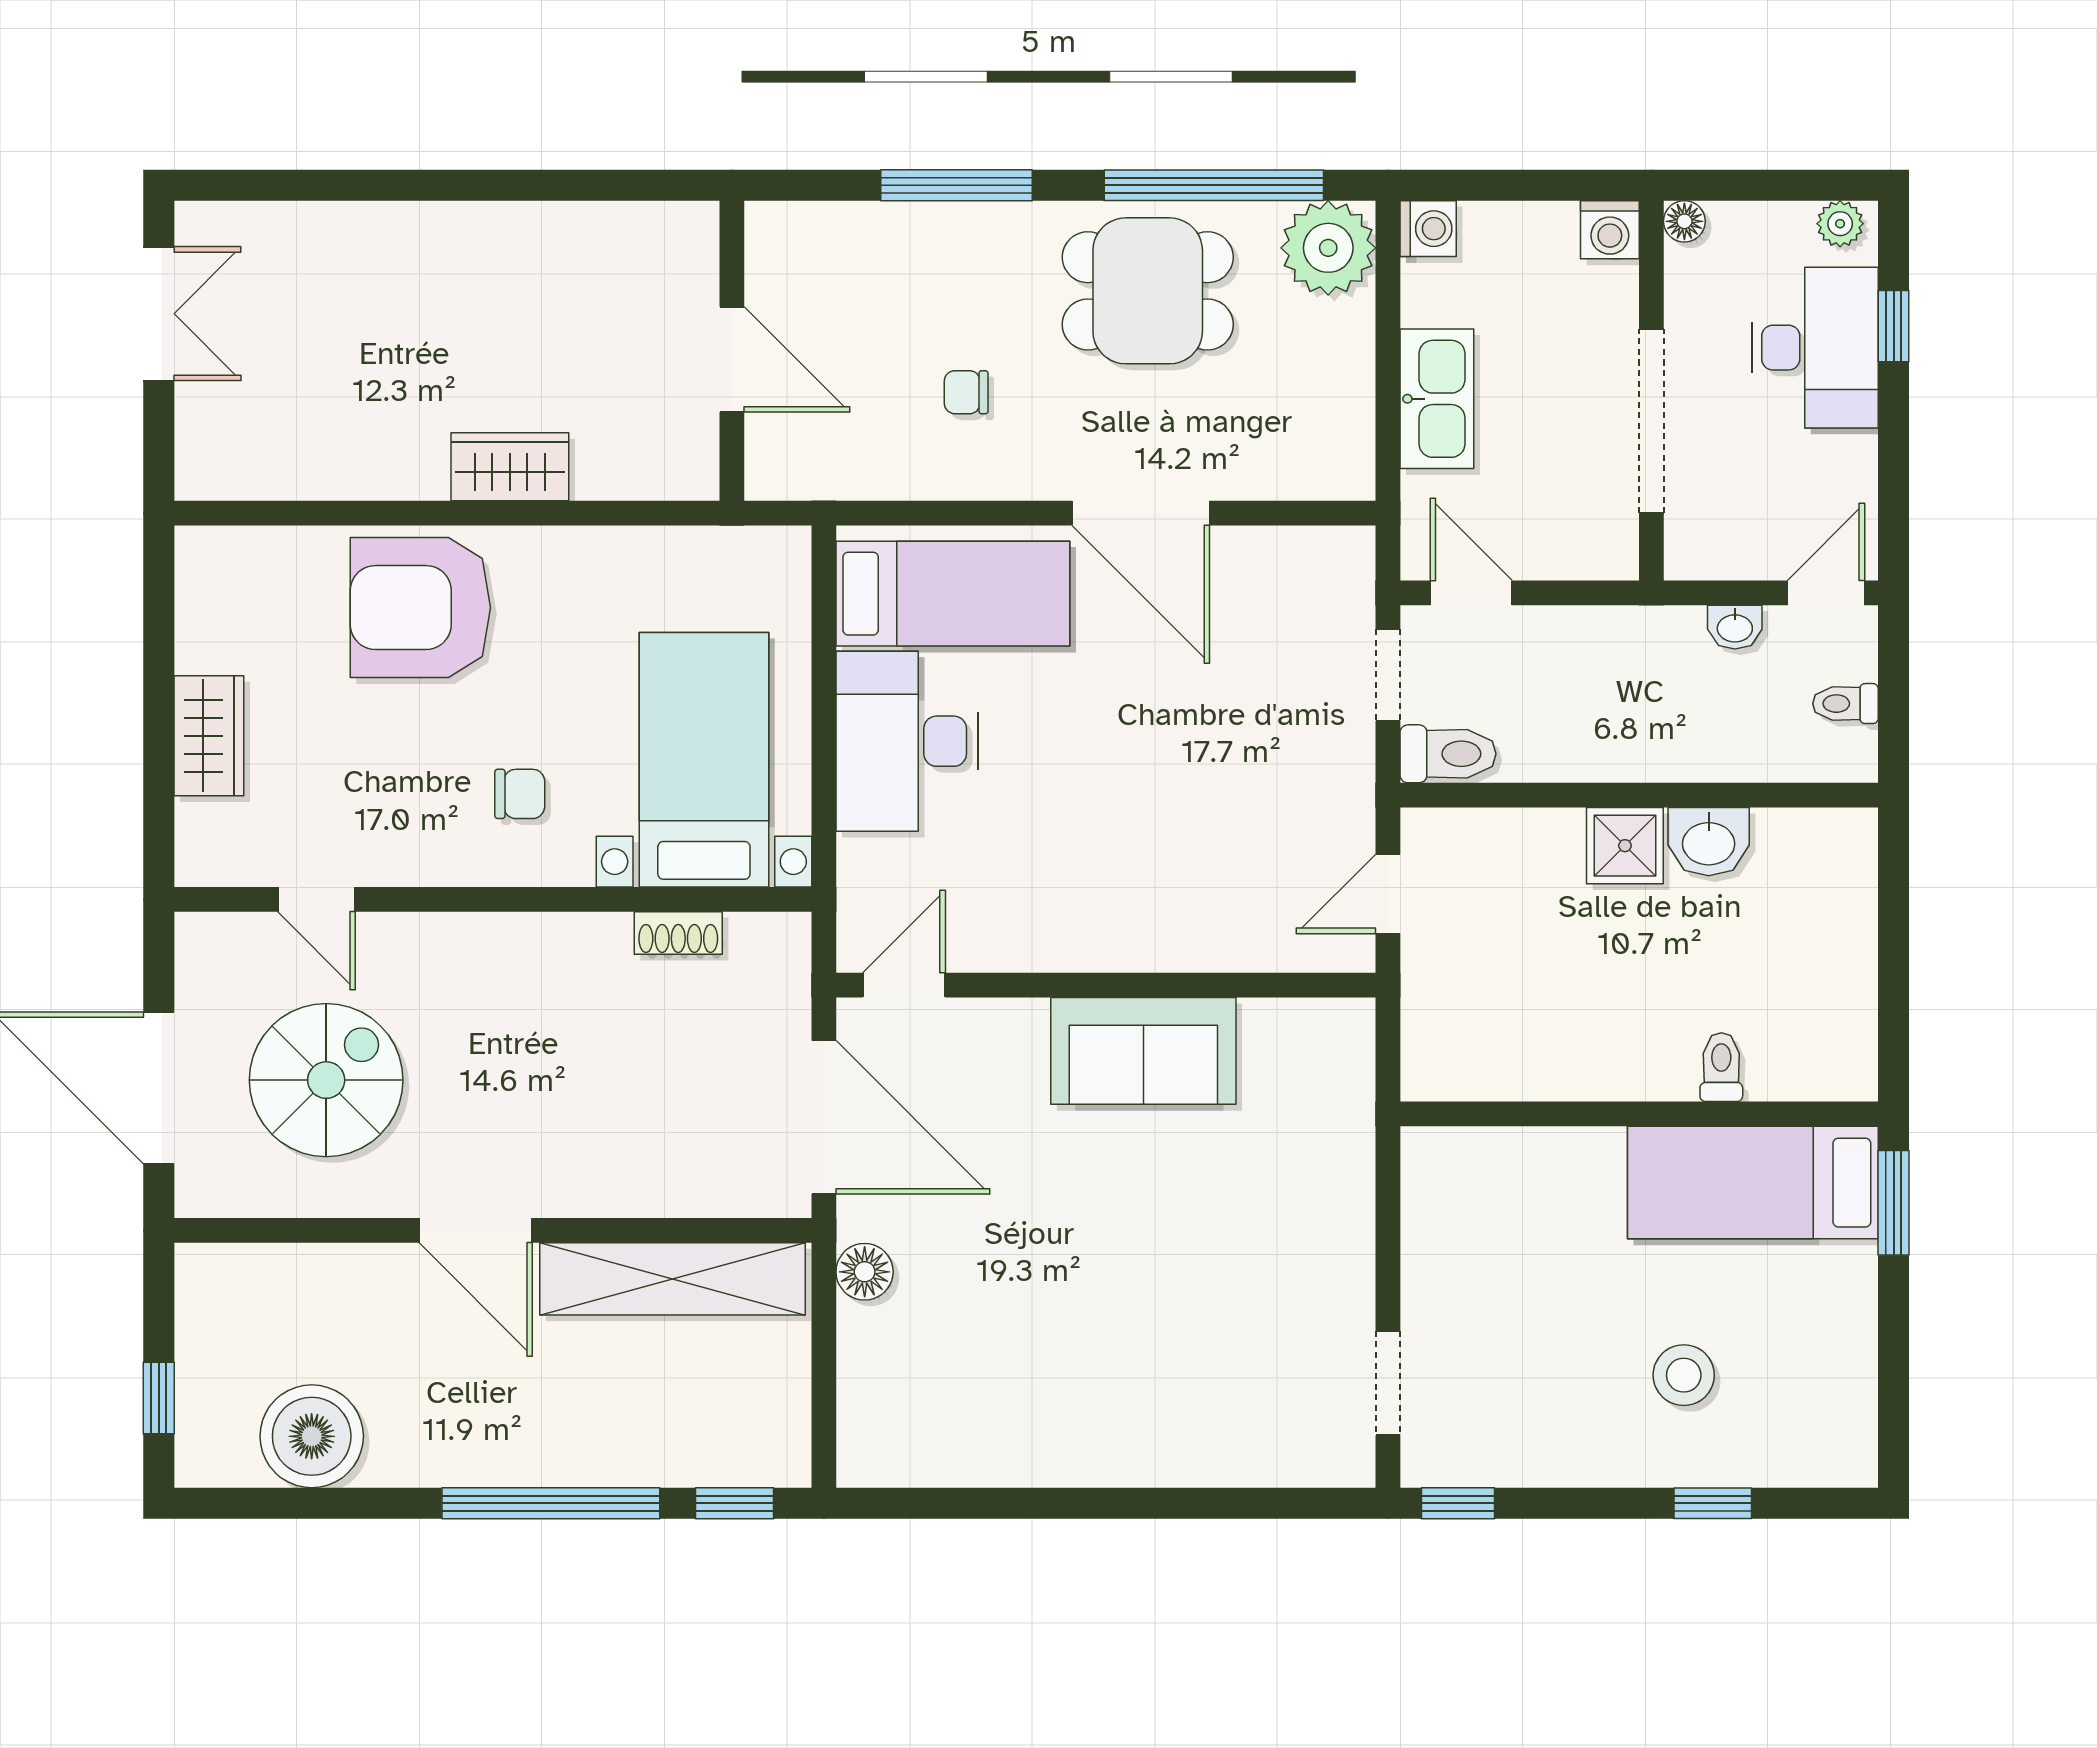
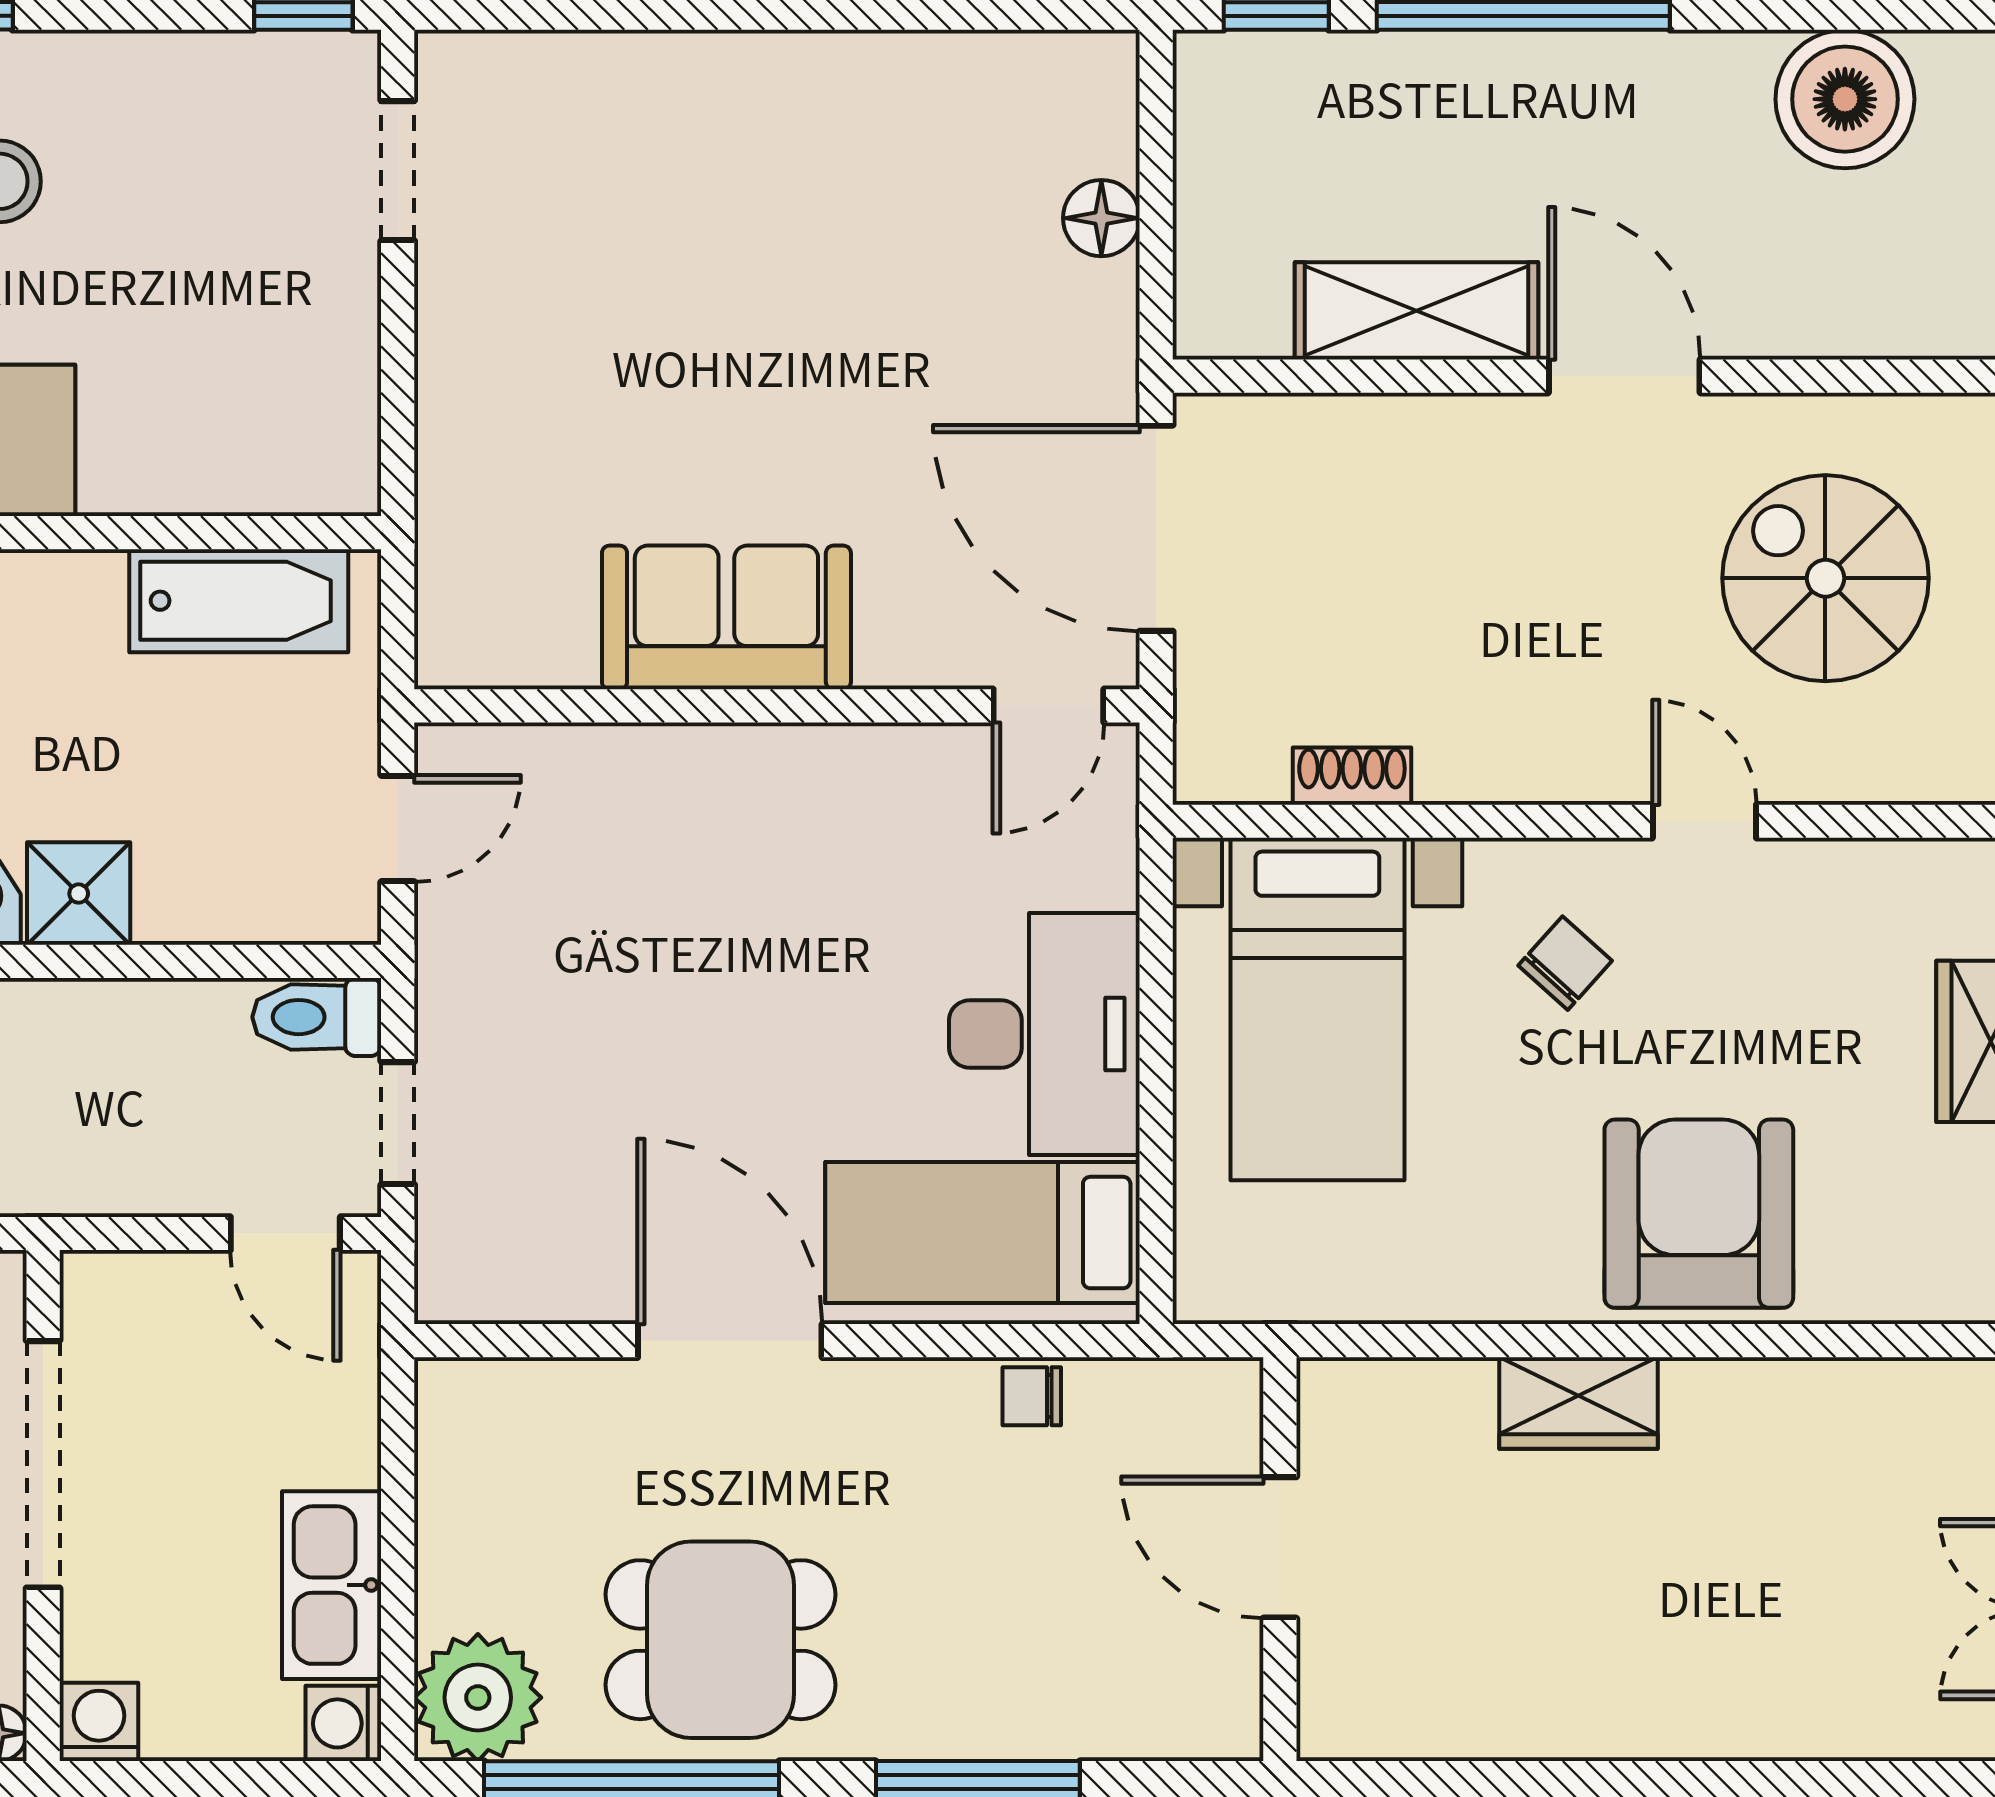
chair: (966, 392) -> (1032, 1396), moved, turned 180
kitchen sink: (1437, 399) -> (332, 1585), moved
armchair: (420, 608) -> (1699, 1214), turned -90
chair: (520, 794) -> (1565, 963), turned 132
door: (317, 899) -> (1704, 821), moved
bathtub: (1506, 1063) -> (239, 601), added
spiral stairs: (326, 1080) -> (1825, 578), turned 90
floor lamp: (865, 1272) -> (1101, 218), moved
shelving: (672, 1279) -> (1416, 311), width x0.68

